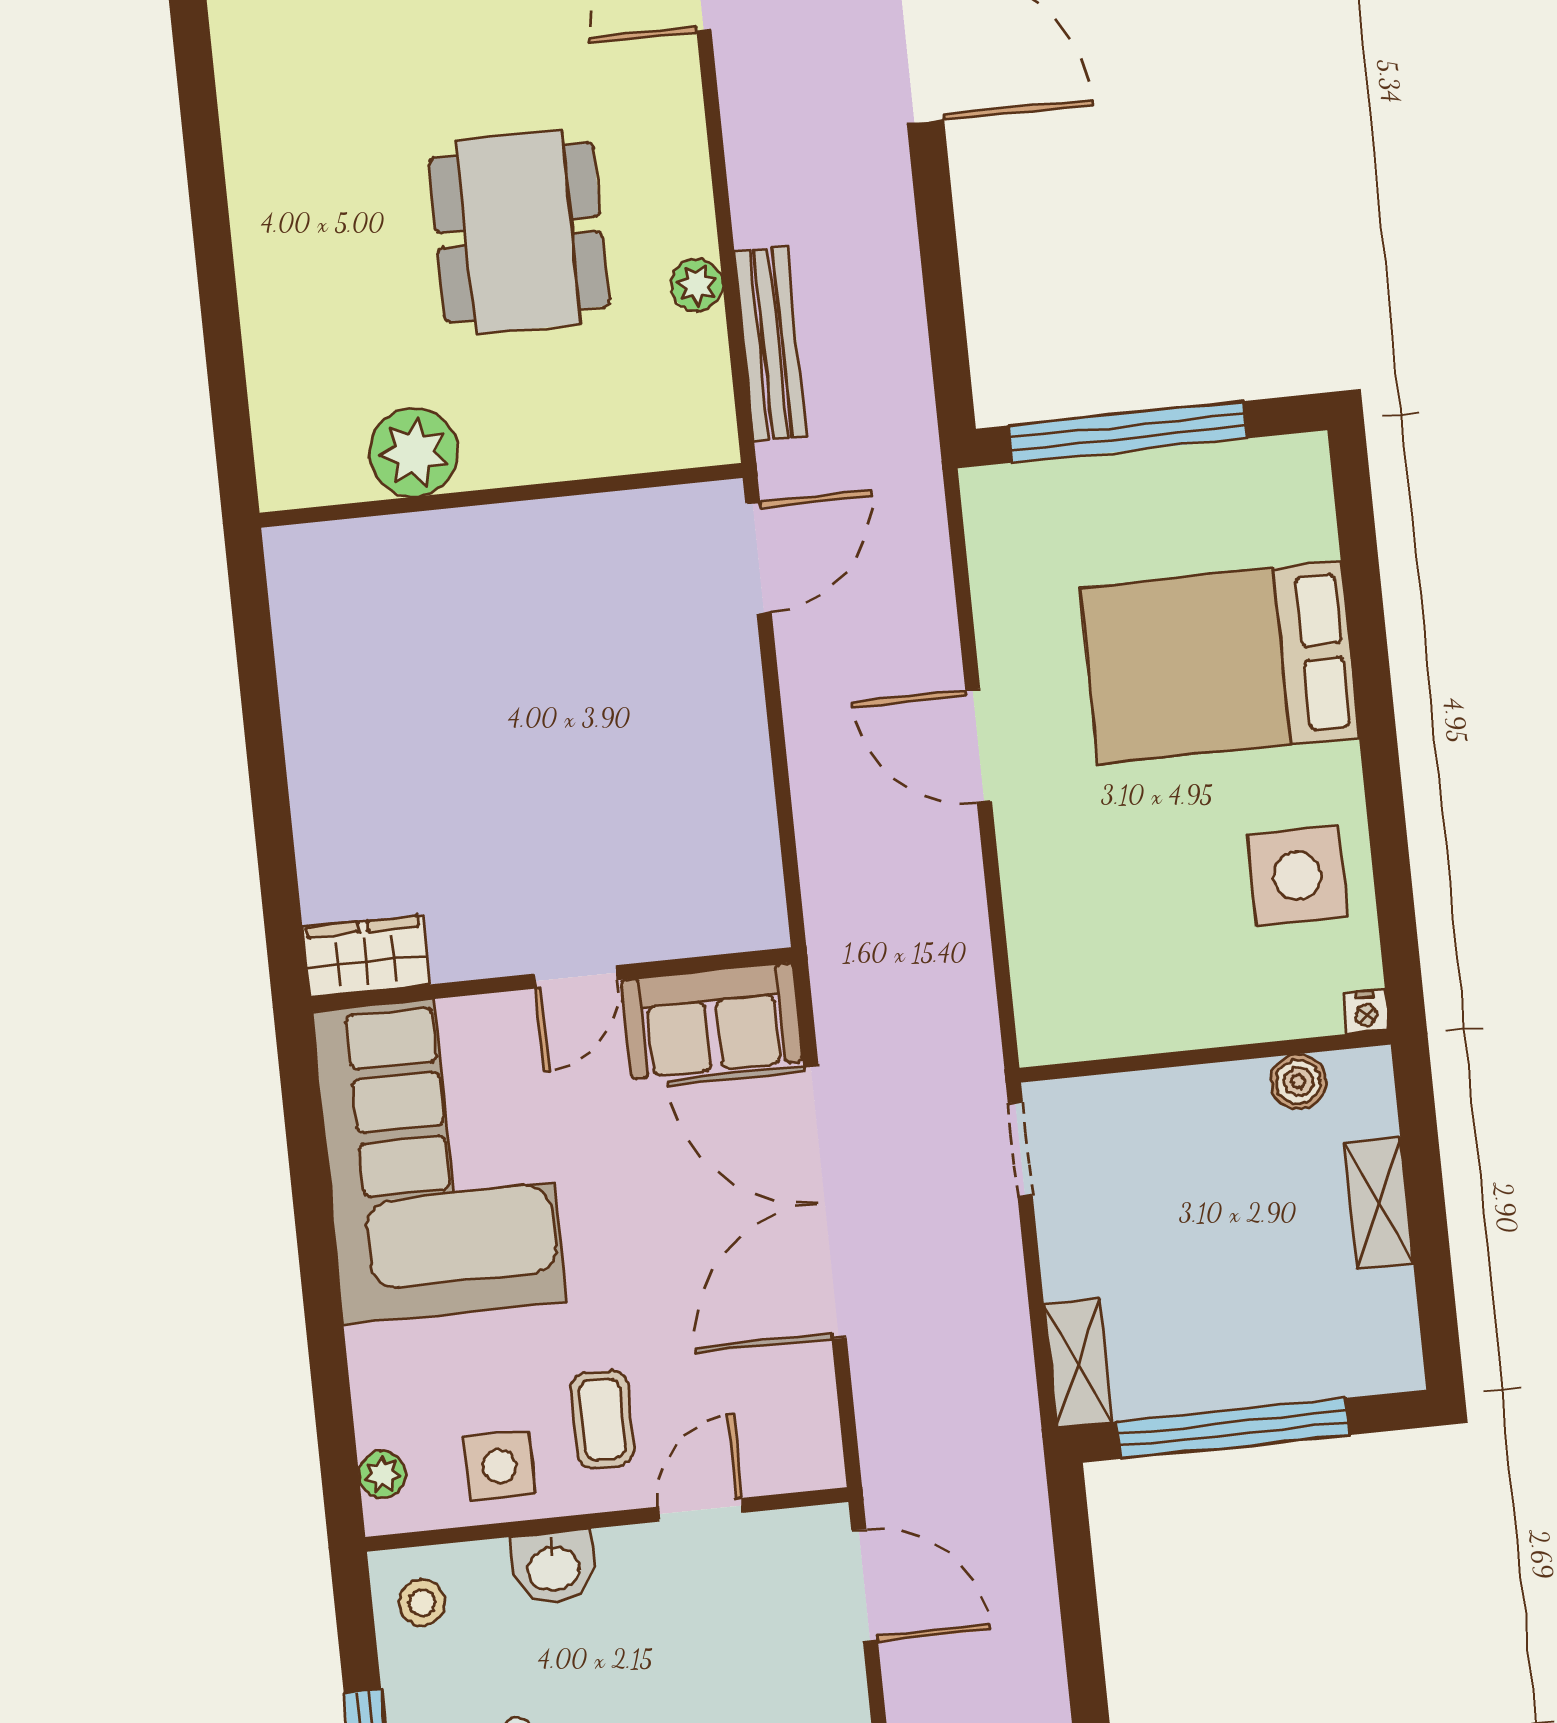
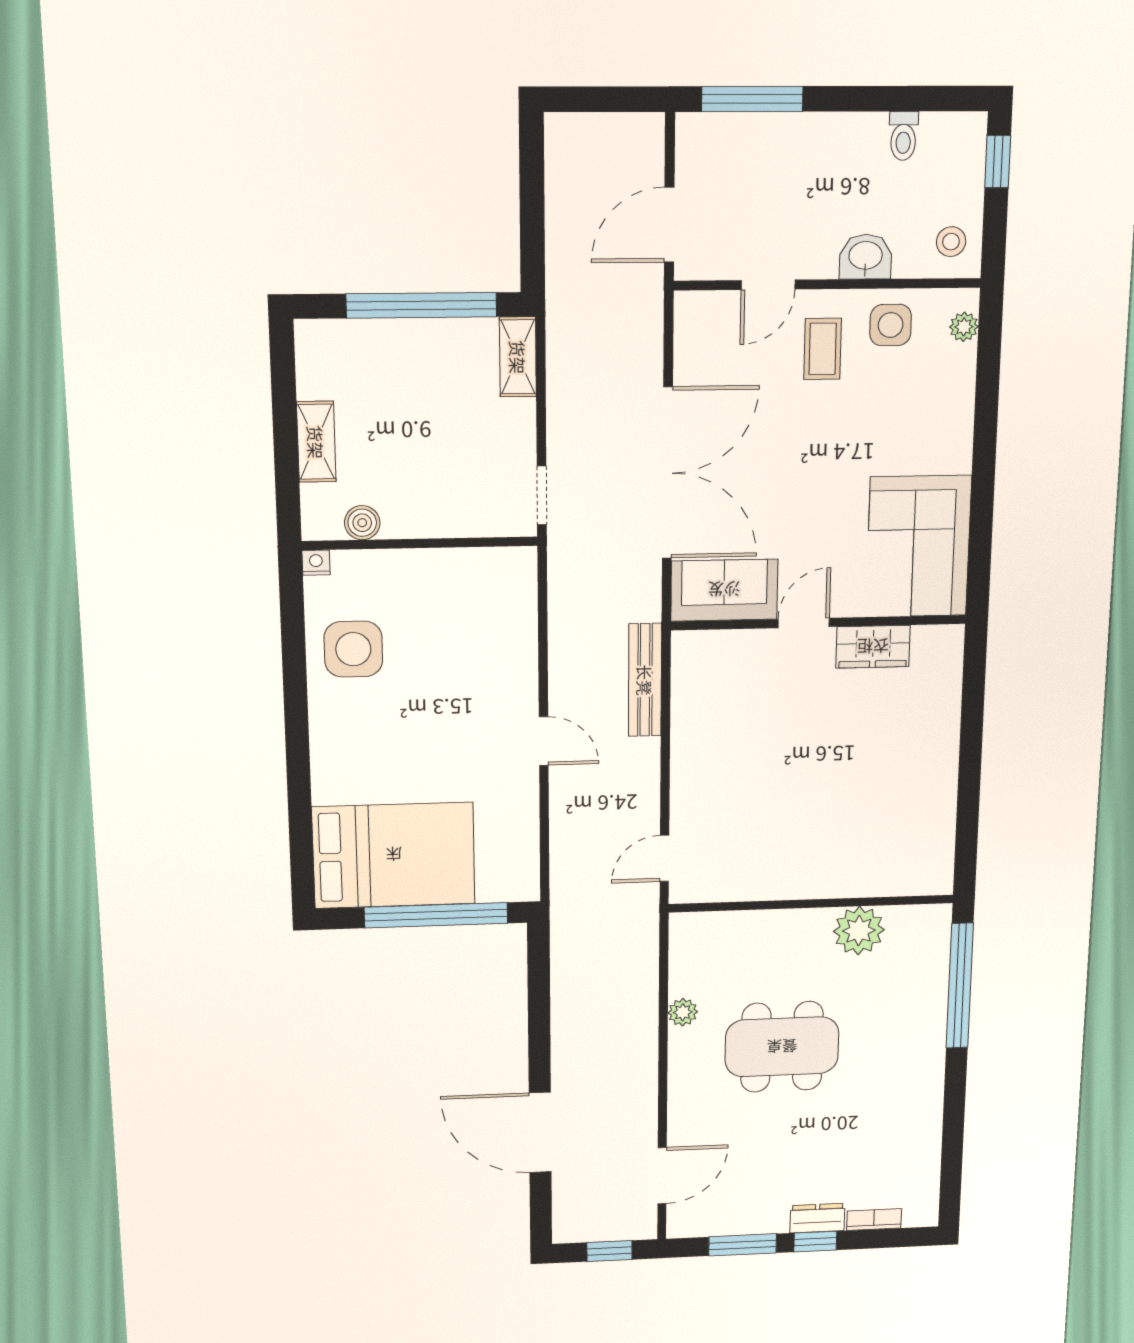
dining table: (519, 232) -> (782, 1047), turned 90
bench: (771, 344) -> (645, 680), moved
window: (225, 364) -> (960, 986), added
door: (758, 558) -> (664, 858), width x0.73
bed: (1219, 662) -> (394, 855), moved
door: (979, 746) -> (544, 741), width x0.73
wardrobe: (366, 956) -> (873, 647), moved
corner sofa: (439, 1157) -> (919, 546), width x0.73, depth x0.74
door: (865, 1586) -> (669, 225), hinge flipped

